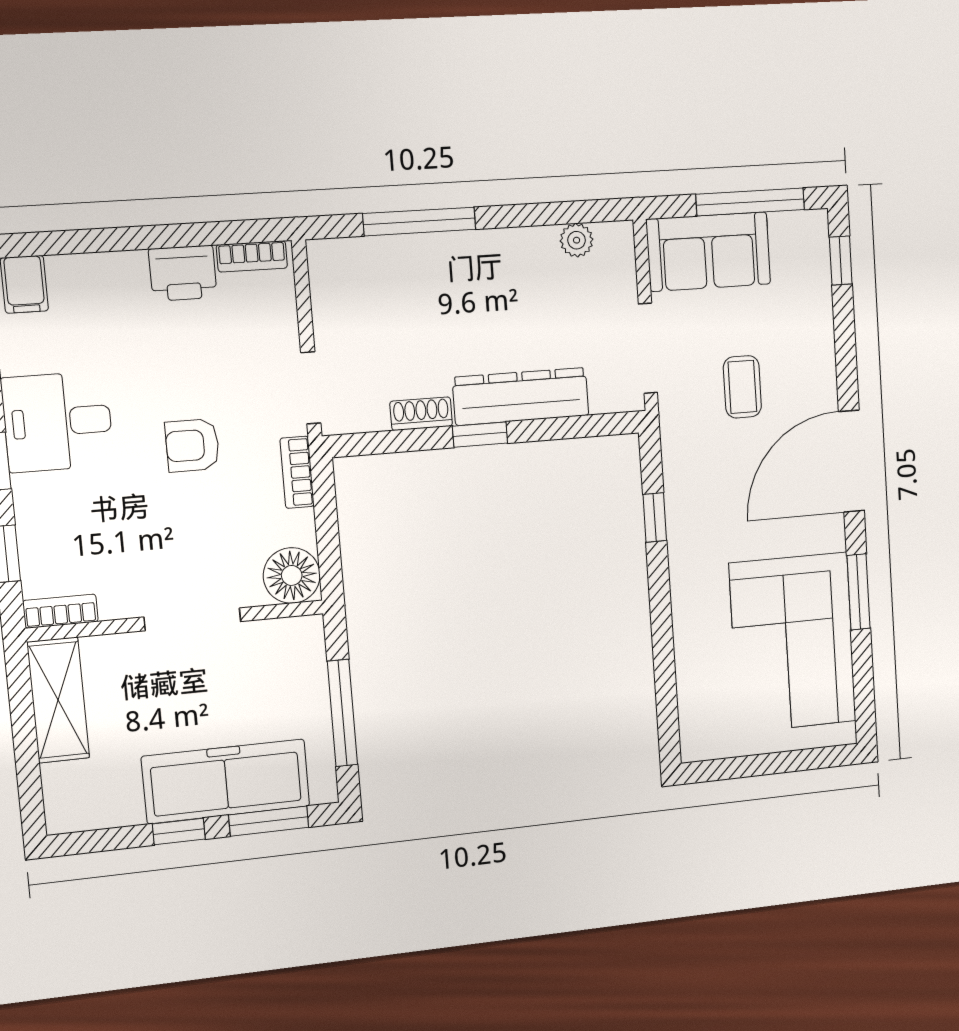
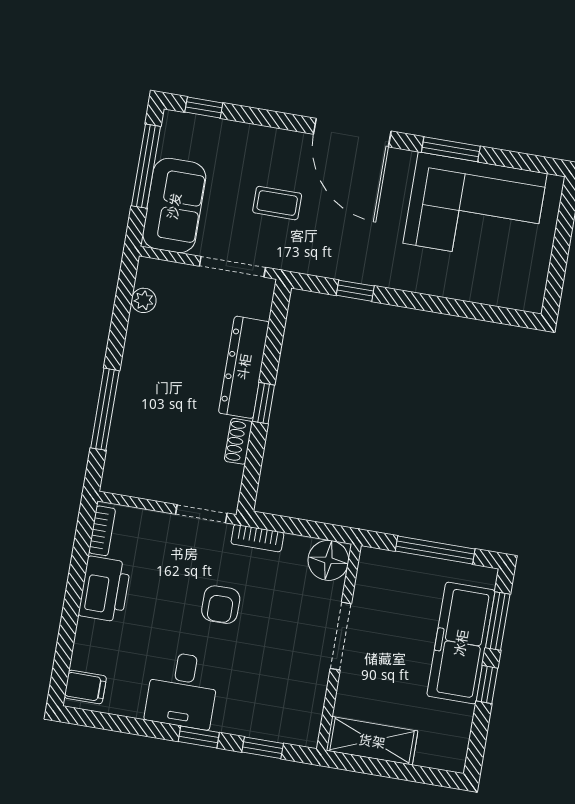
printer: (183, 273) -> (105, 589), width x1.37, depth x1.19
bookcase: (60, 611) -> (311, 723), removed

